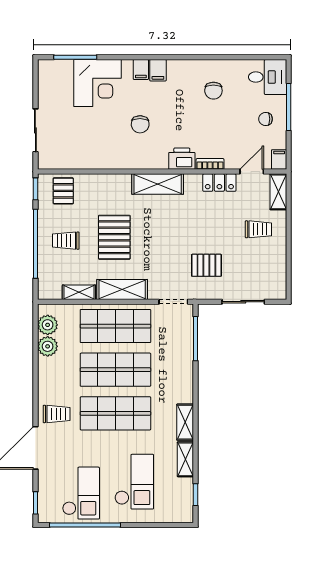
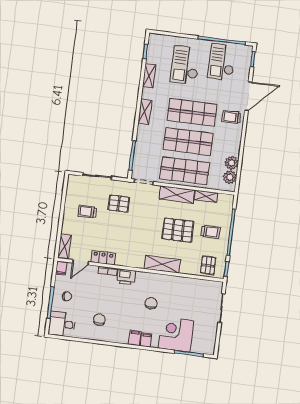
shelving: (158, 184) -> (162, 264), moved
trolley: (258, 229) -> (87, 212), moved
pallet: (114, 237) -> (178, 230), turned 90
shelving: (185, 422) -> (145, 112), moved

